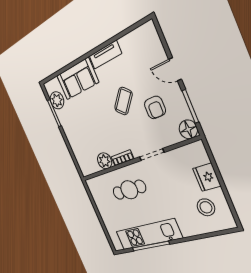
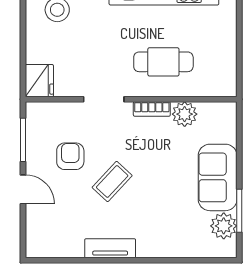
sofa: (77, 79) -> (218, 177), moved, turned -90
floor lamp: (188, 129) -> (38, 114), removed
fridge: (207, 177) -> (39, 81), moved

